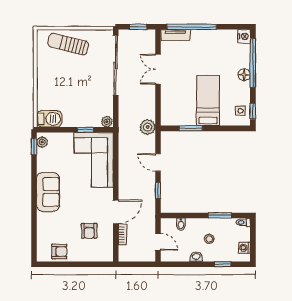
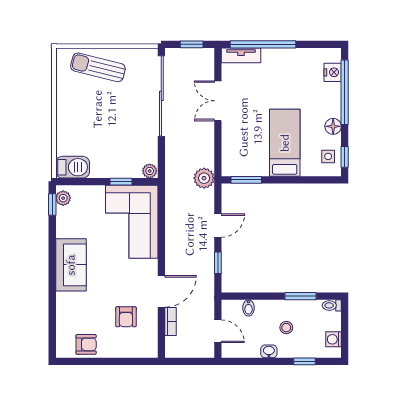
nightstand: (244, 36) -> (333, 72), moved
floor lamp: (244, 75) -> (333, 126), moved
window: (191, 128) -> (246, 180), moved
door: (158, 162) -> (218, 225), swing flipped

